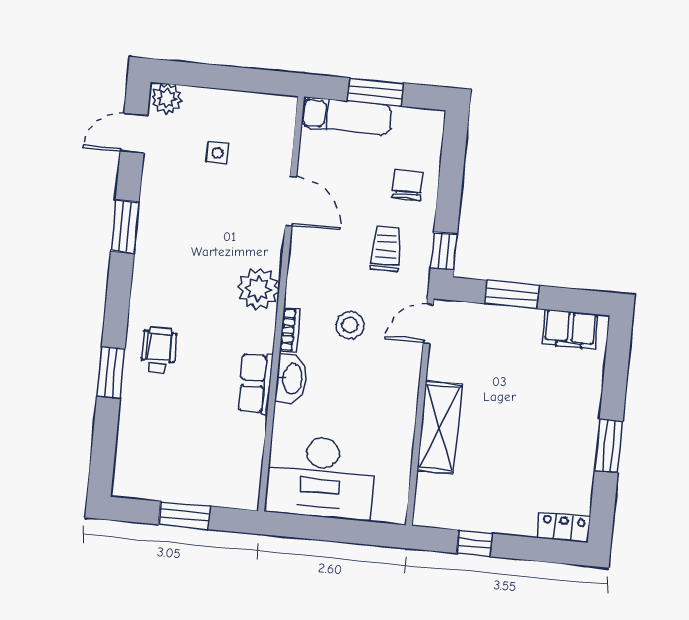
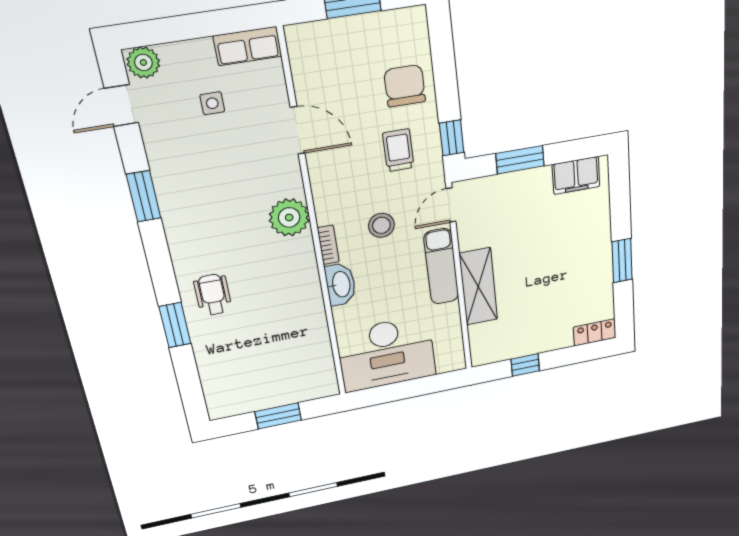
exam couch: (346, 116) -> (441, 267), moved, turned 90
chair: (407, 185) -> (405, 86), width x1.37, depth x1.37
row of seats: (256, 383) -> (248, 46), moved, turned -90

